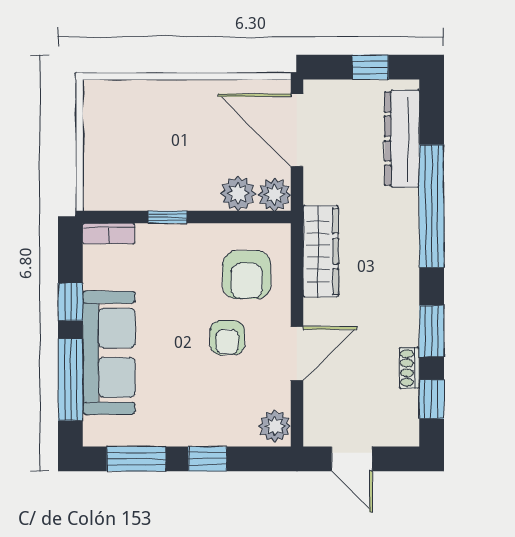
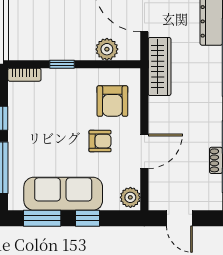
plant: (274, 195) -> (130, 50), removed
wardrobe: (321, 251) -> (160, 66), moved
armchair: (227, 338) -> (100, 141), turned -90
sofa: (109, 353) -> (63, 194), moved, turned -90

